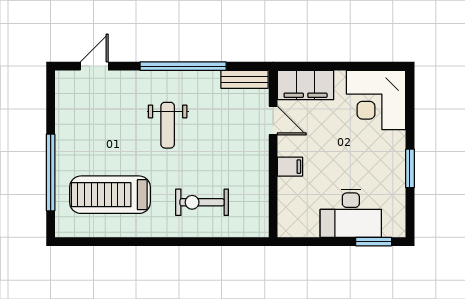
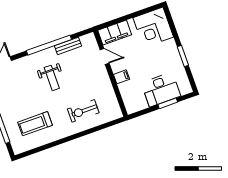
bench: (245, 79) -> (68, 46), moved
treadmill: (110, 195) -> (35, 124), width x0.73, depth x0.73
window: (374, 242) -> (168, 103), moved

